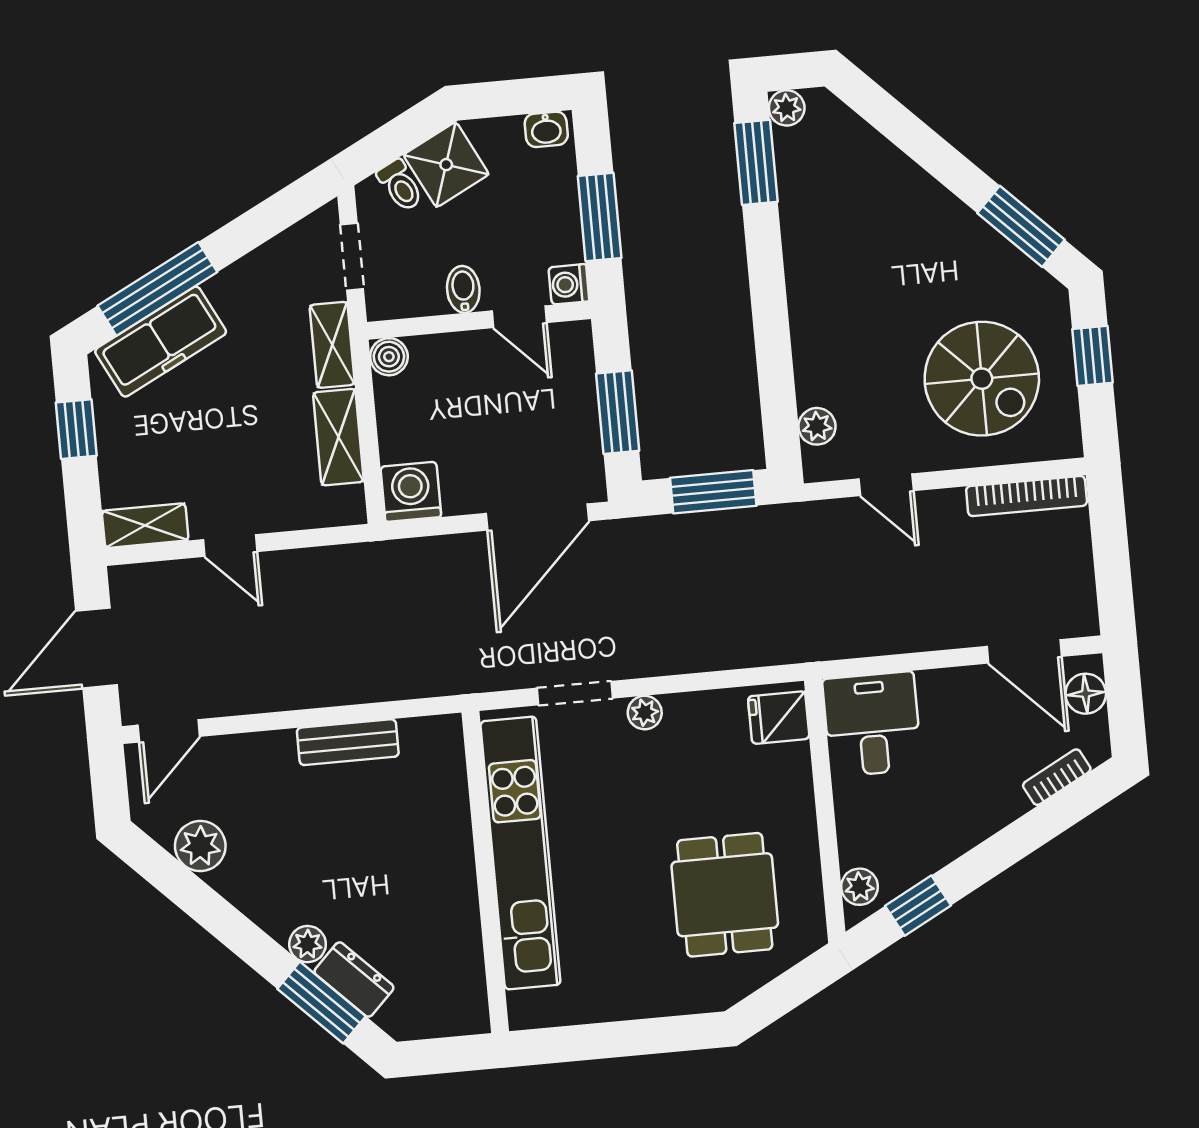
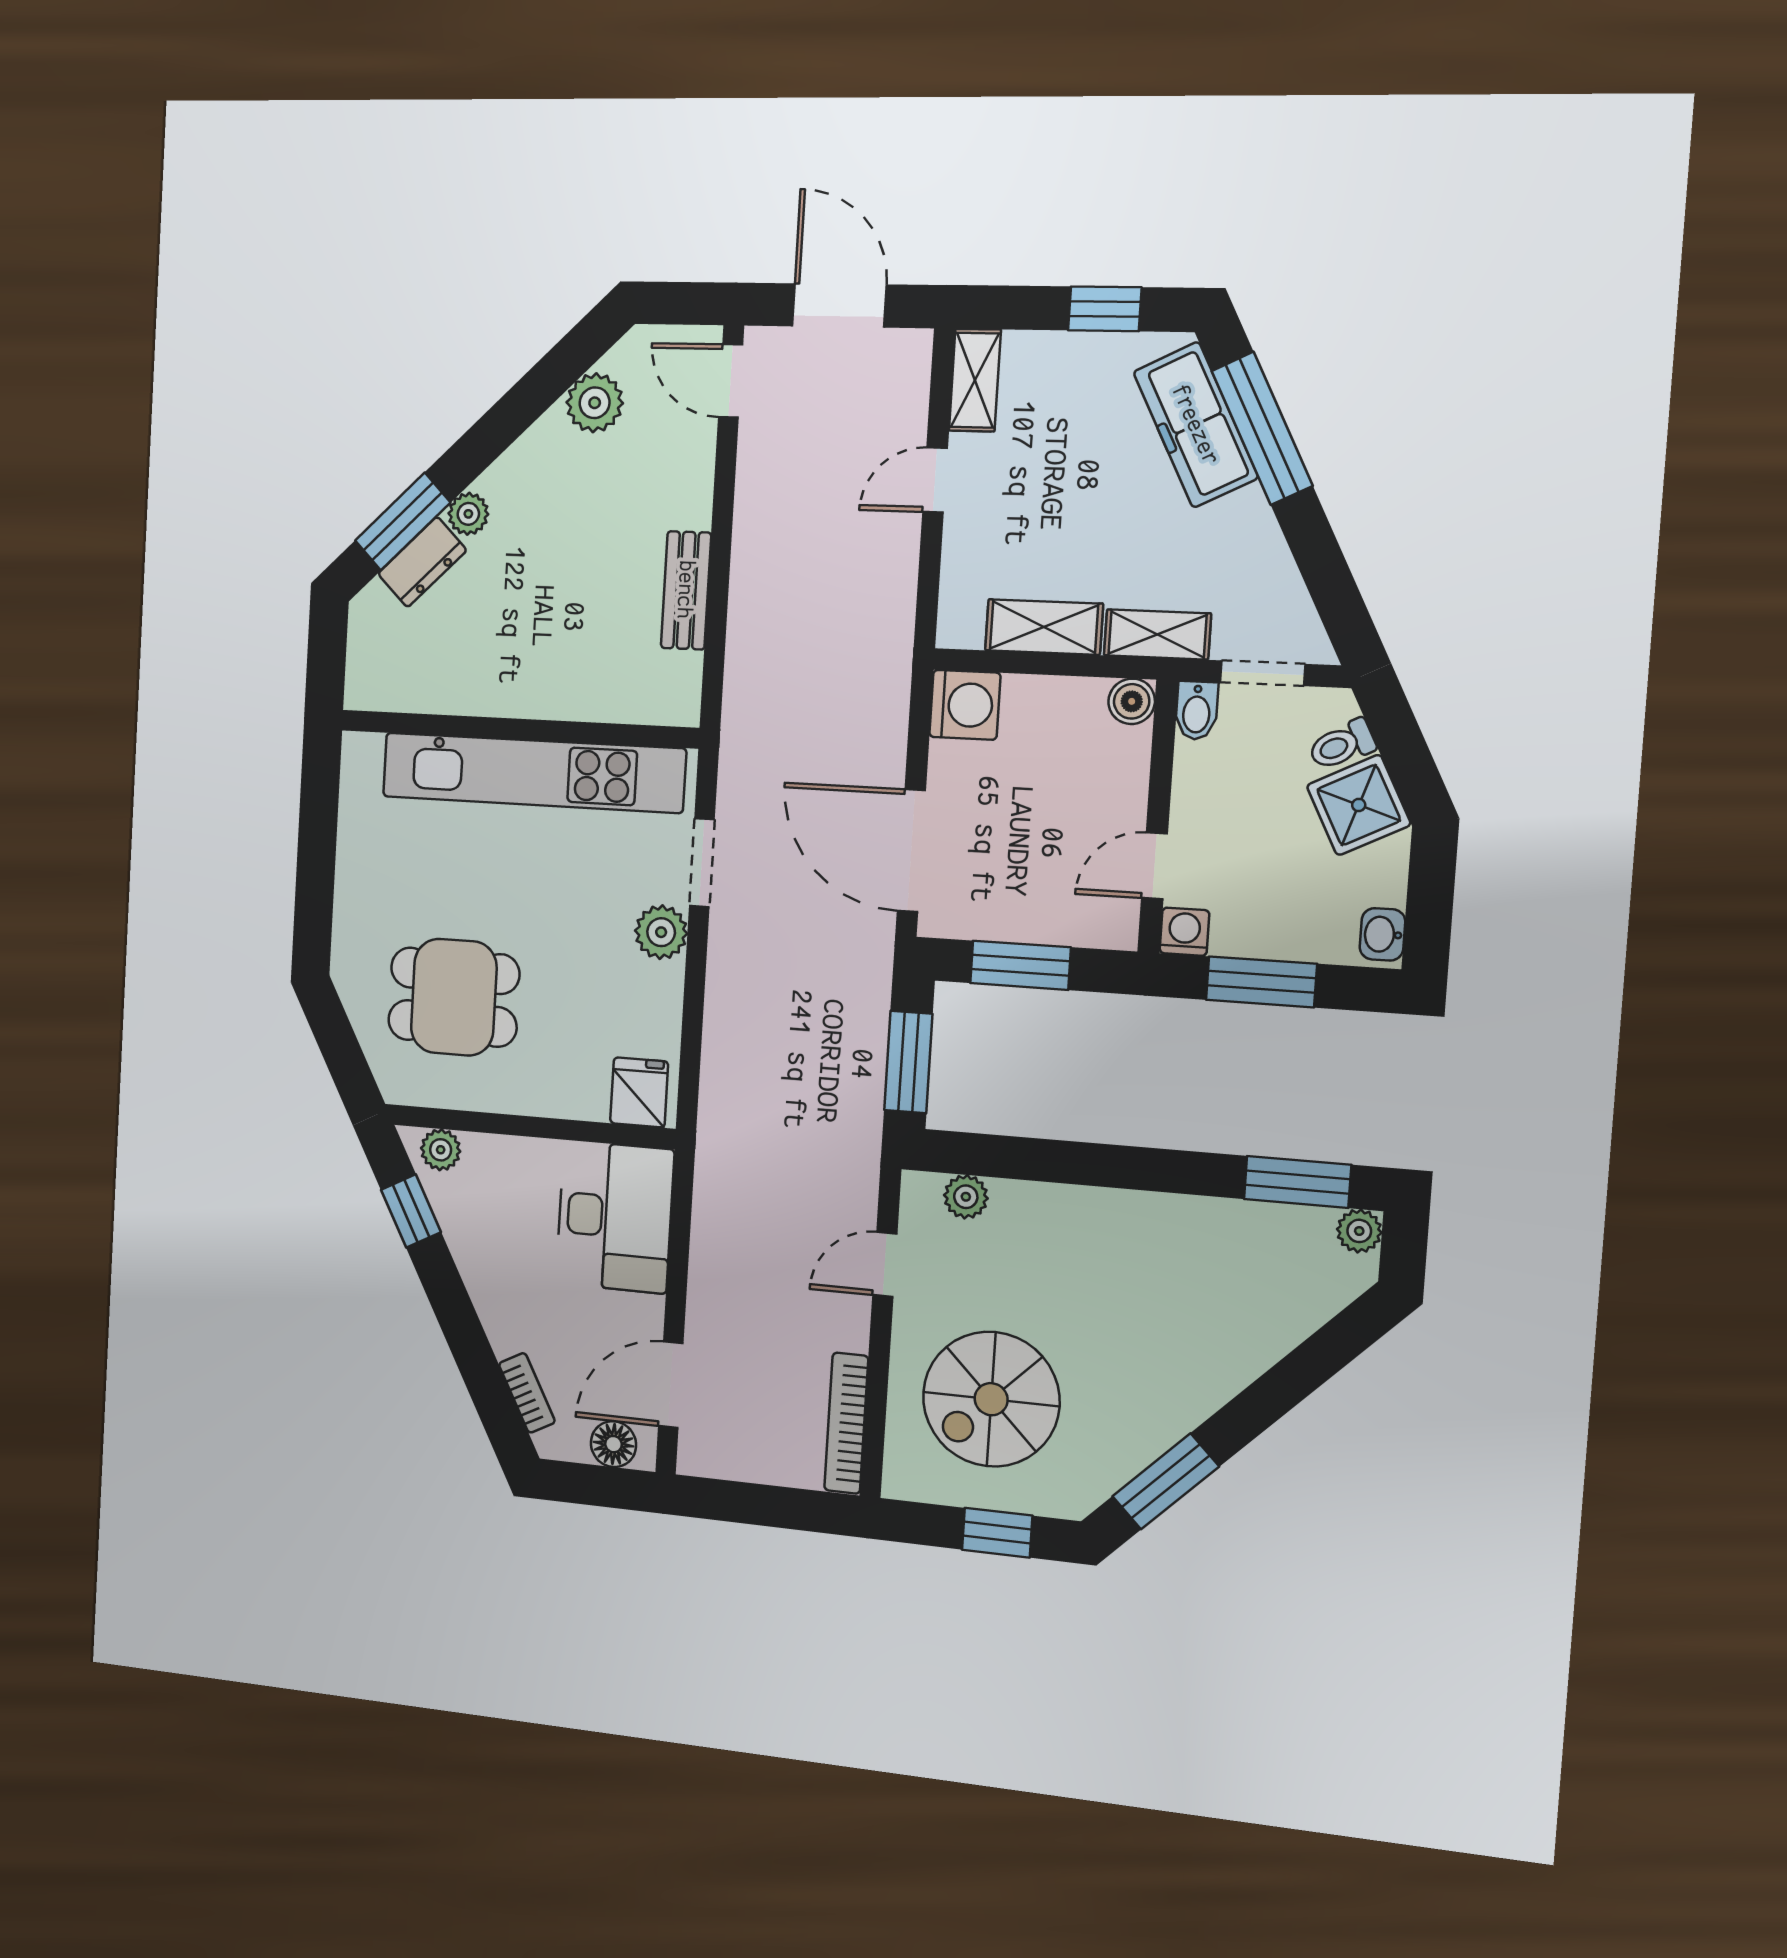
bidet: (463, 289) -> (1196, 710), moved, turned 90
plant: (645, 713) -> (661, 932), width x1.38, depth x1.38
desk: (872, 724) -> (615, 1217), width x1.37

